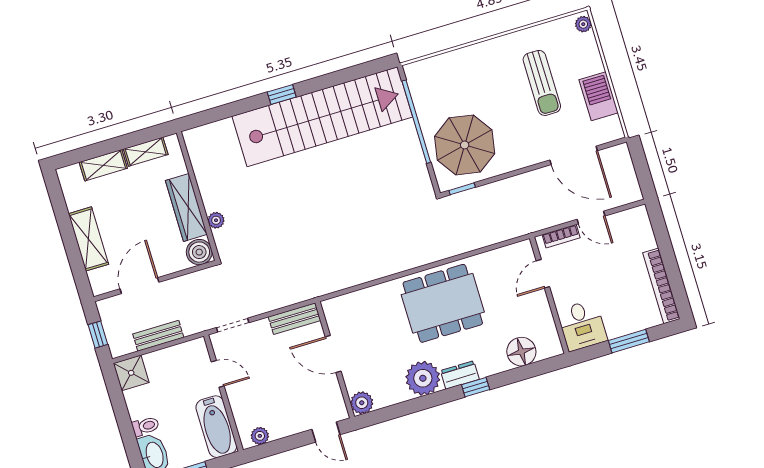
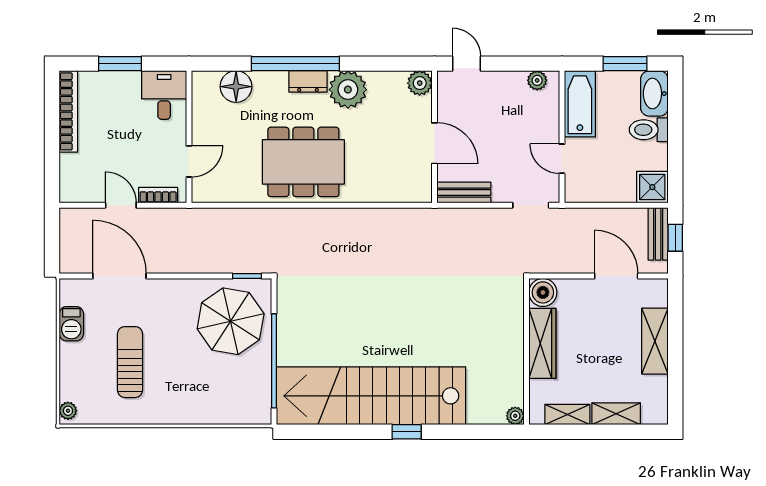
barbecue: (599, 96) -> (71, 324), width x0.73, depth x0.79
plant: (216, 220) -> (515, 416), moved
door: (139, 286) -> (616, 276), swing flipped
bench: (158, 336) -> (658, 234), moved, turned 90
window: (476, 387) -> (295, 64), width x3.17
toilet: (145, 426) -> (649, 130), width x1.37, depth x1.39

